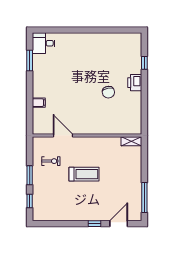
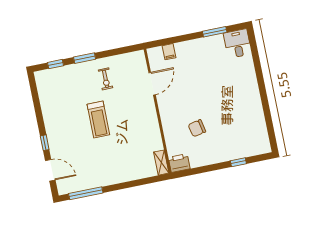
printer: (135, 83) -> (179, 163), moved
door: (63, 135) -> (152, 84), moved
wall: (87, 135) -> (158, 111), moved
shelving: (131, 141) -> (161, 163), moved

